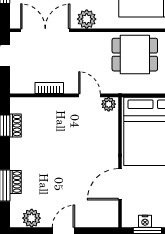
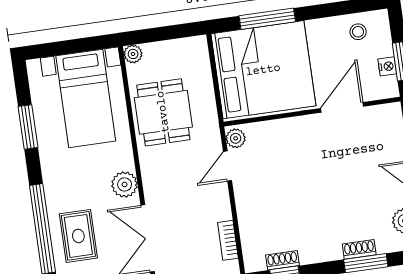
bookcase: (49, 88) -> (228, 240), moved
door: (120, 184) -> (342, 107), swing flipped

